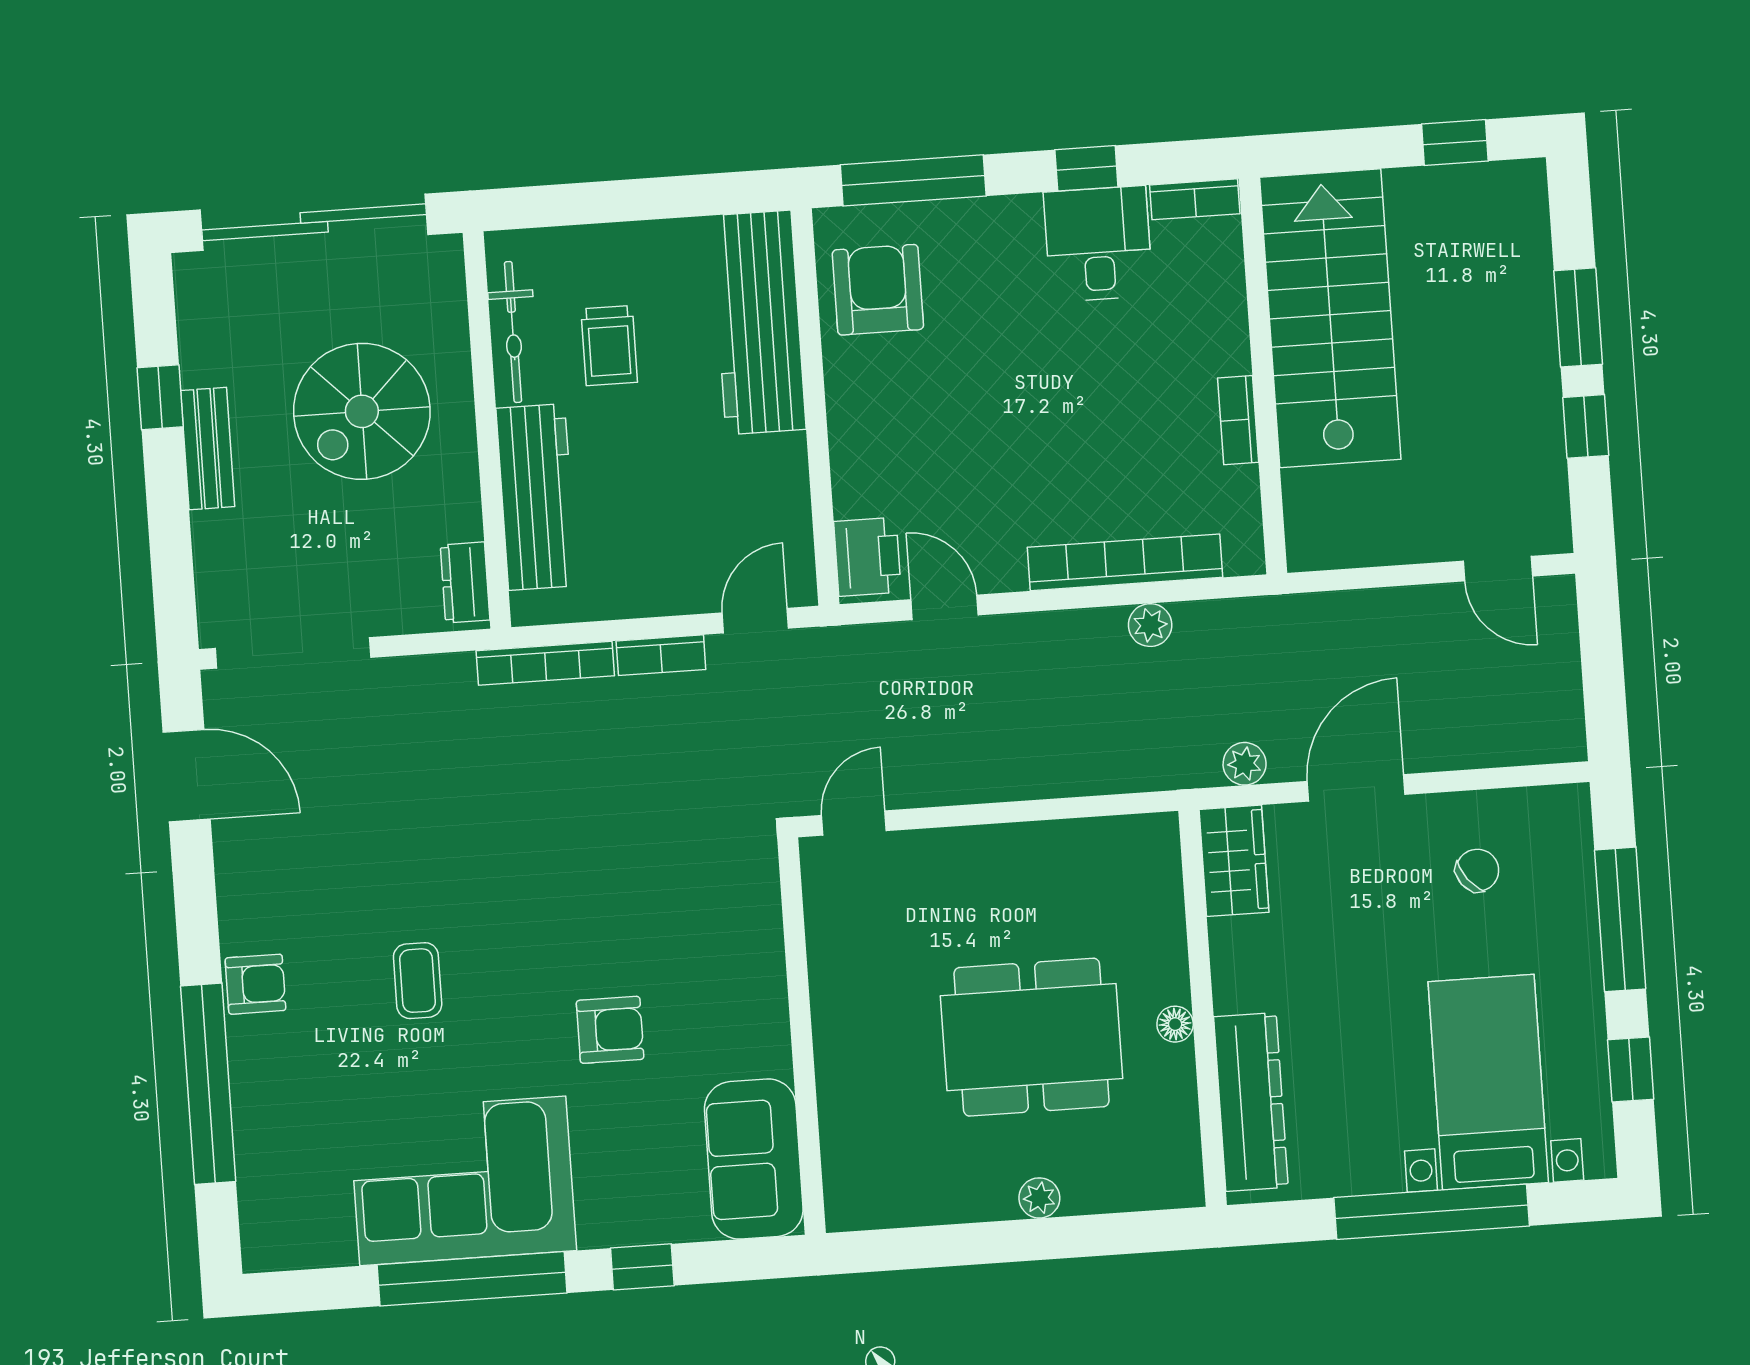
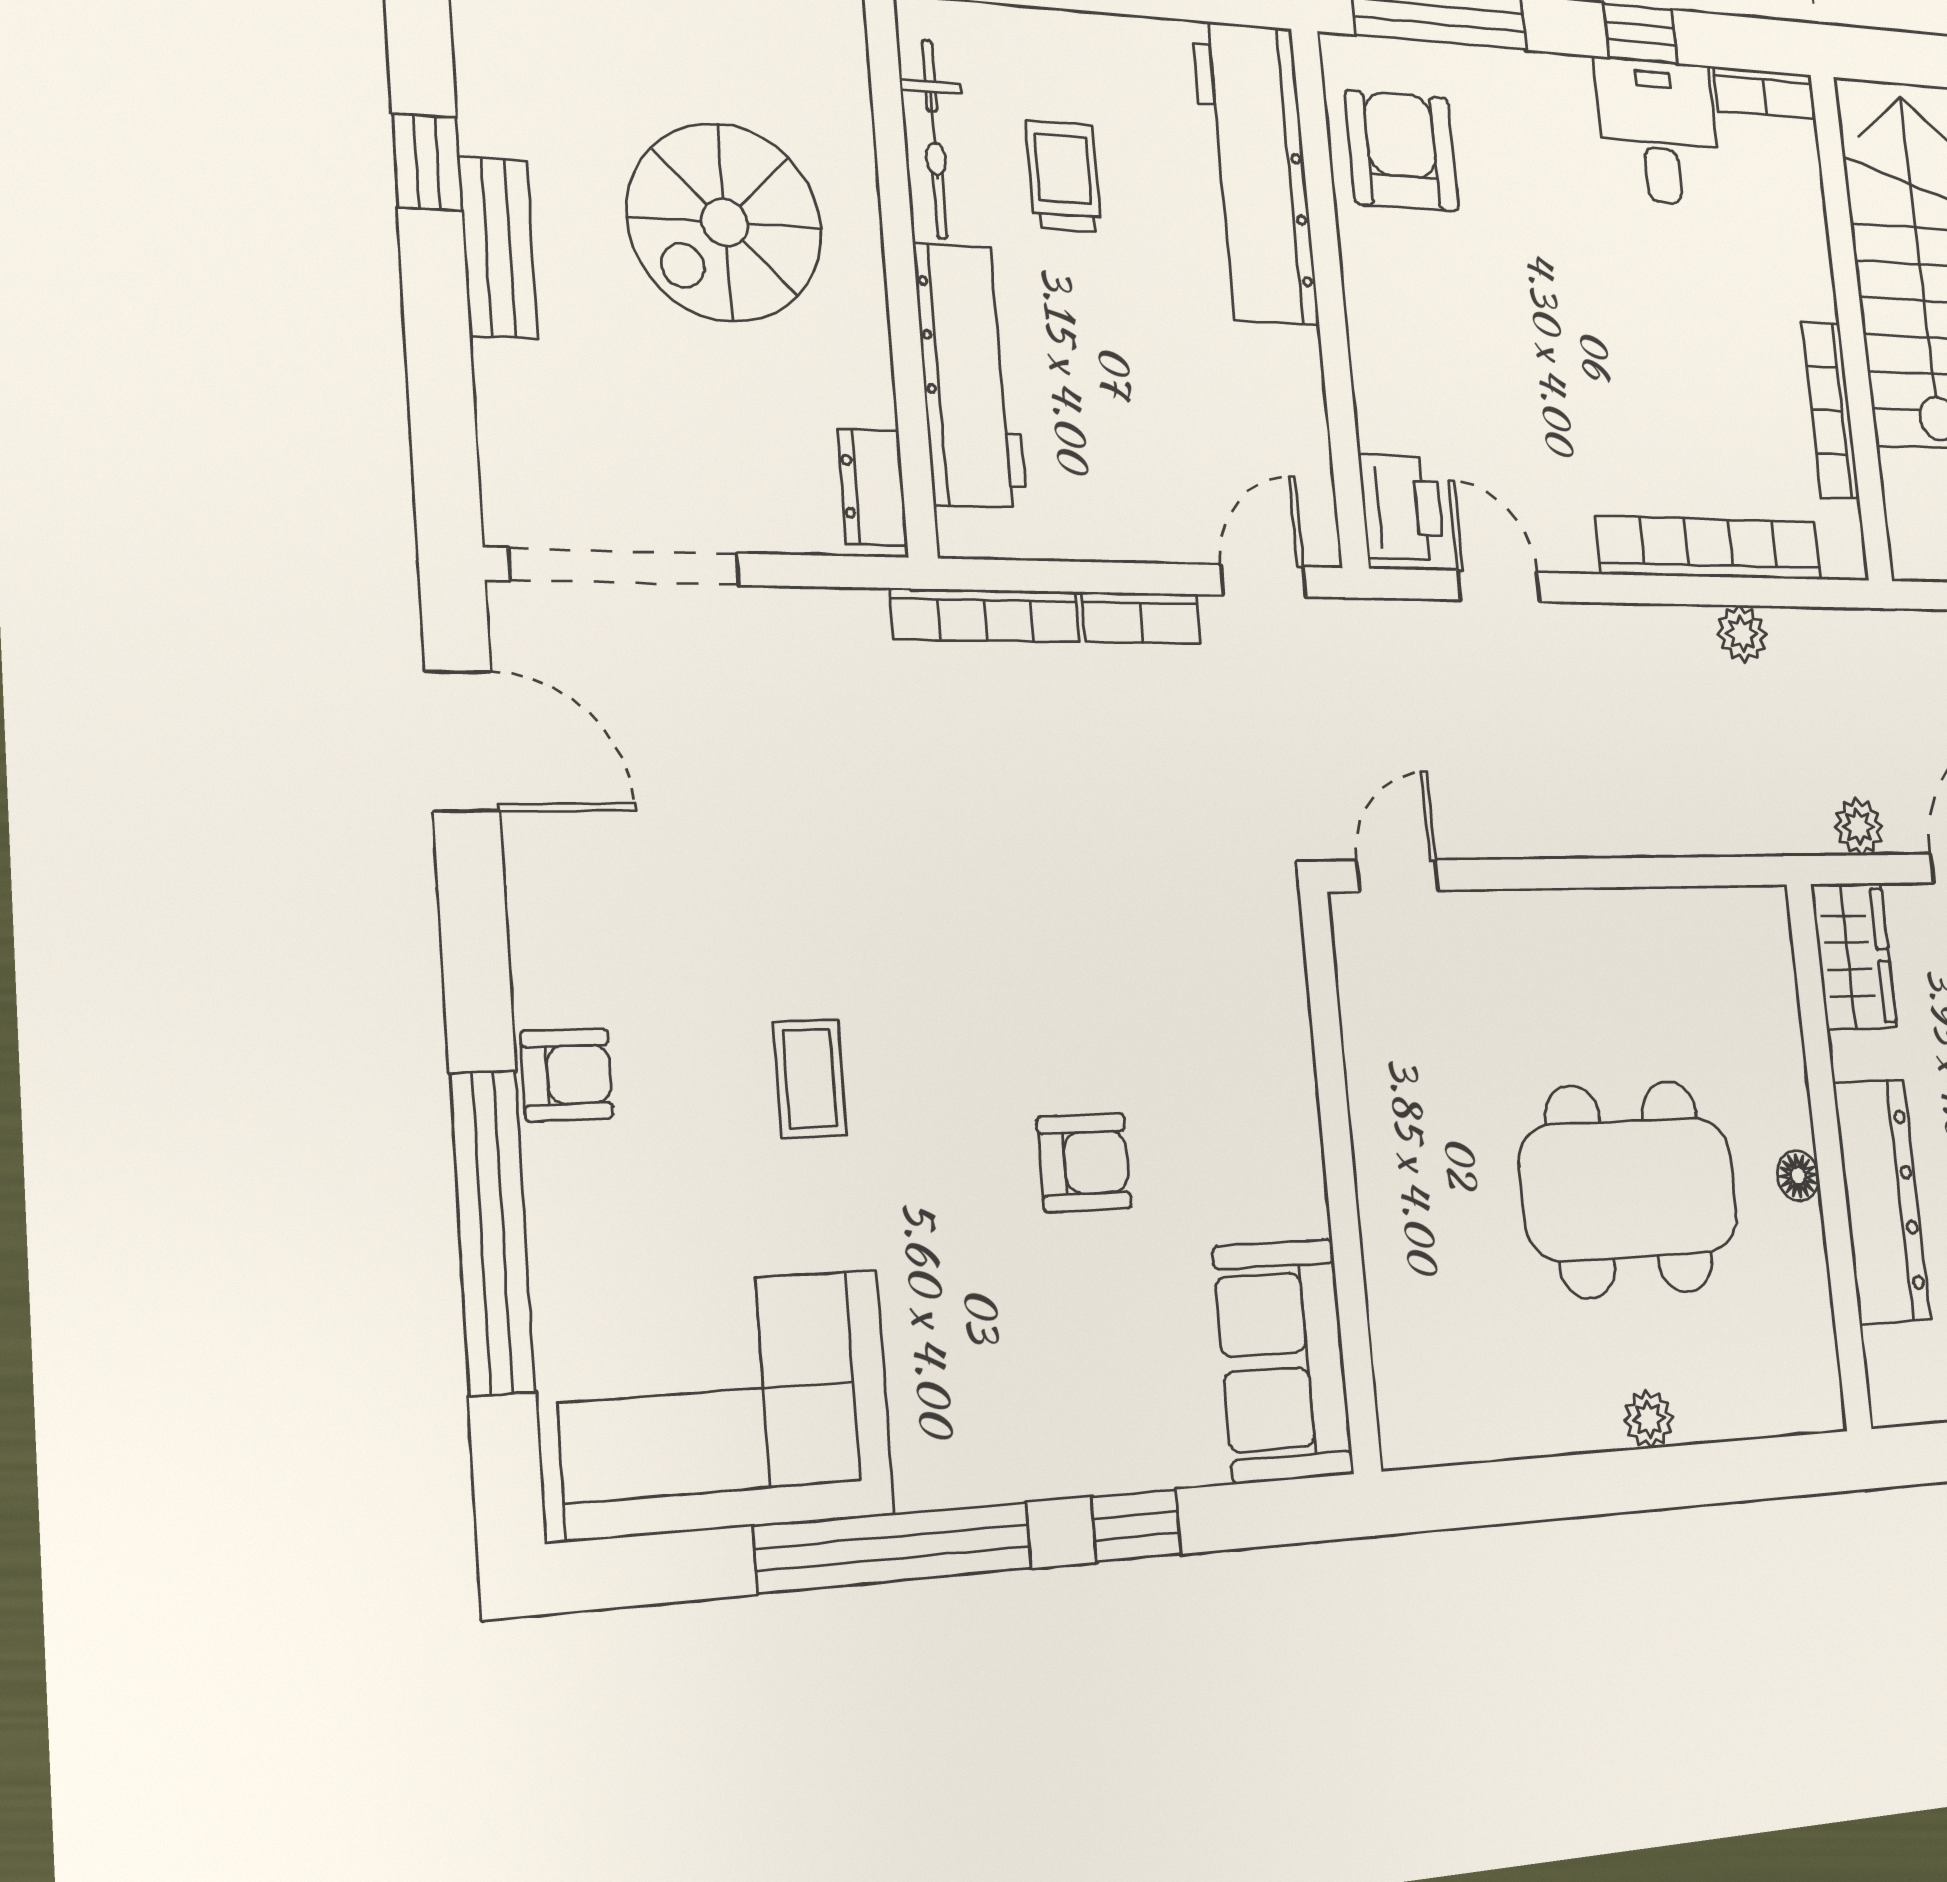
trolley: (609, 346) -> (1064, 176), turned 180
bookcase: (1238, 420) -> (1830, 410), width x1.56
dresser: (1251, 1102) -> (1882, 1201), moved
corner sofa: (463, 1181) -> (725, 1403), moved

